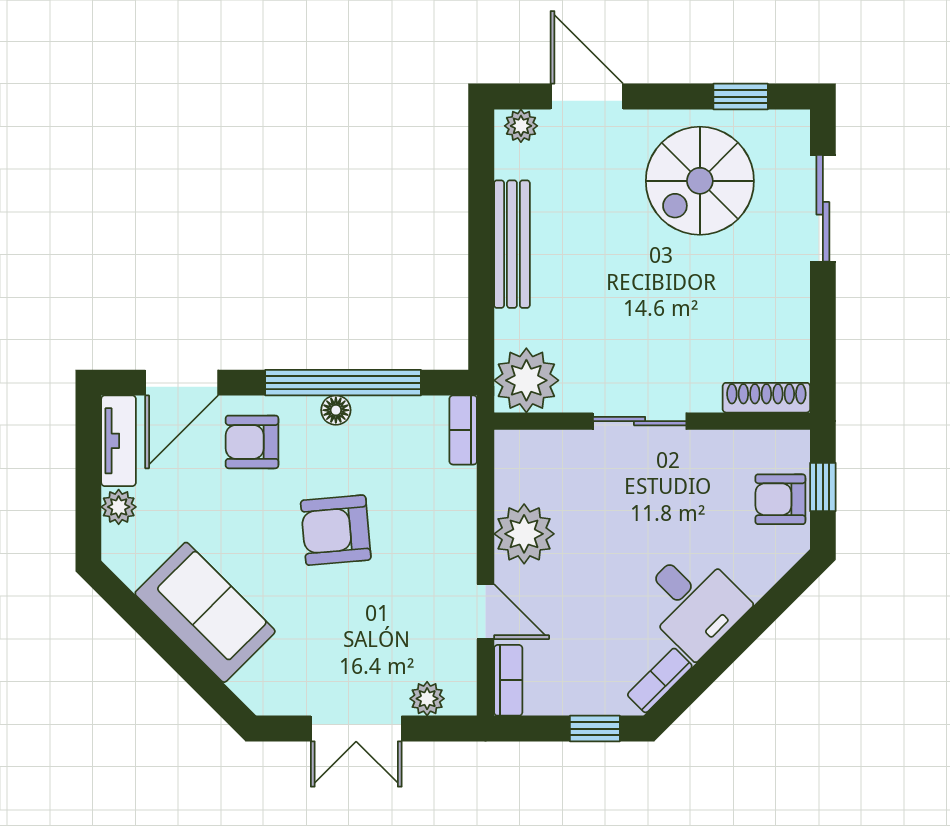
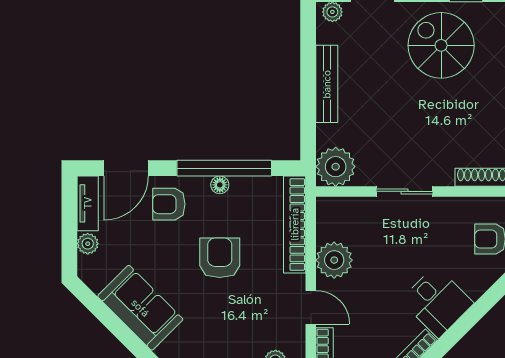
spiral stairs: (700, 181) -> (441, 45), turned 90
bookcase: (463, 430) -> (295, 224), width x2.31, depth x1.31
armchair: (336, 530) -> (220, 258), turned 95

